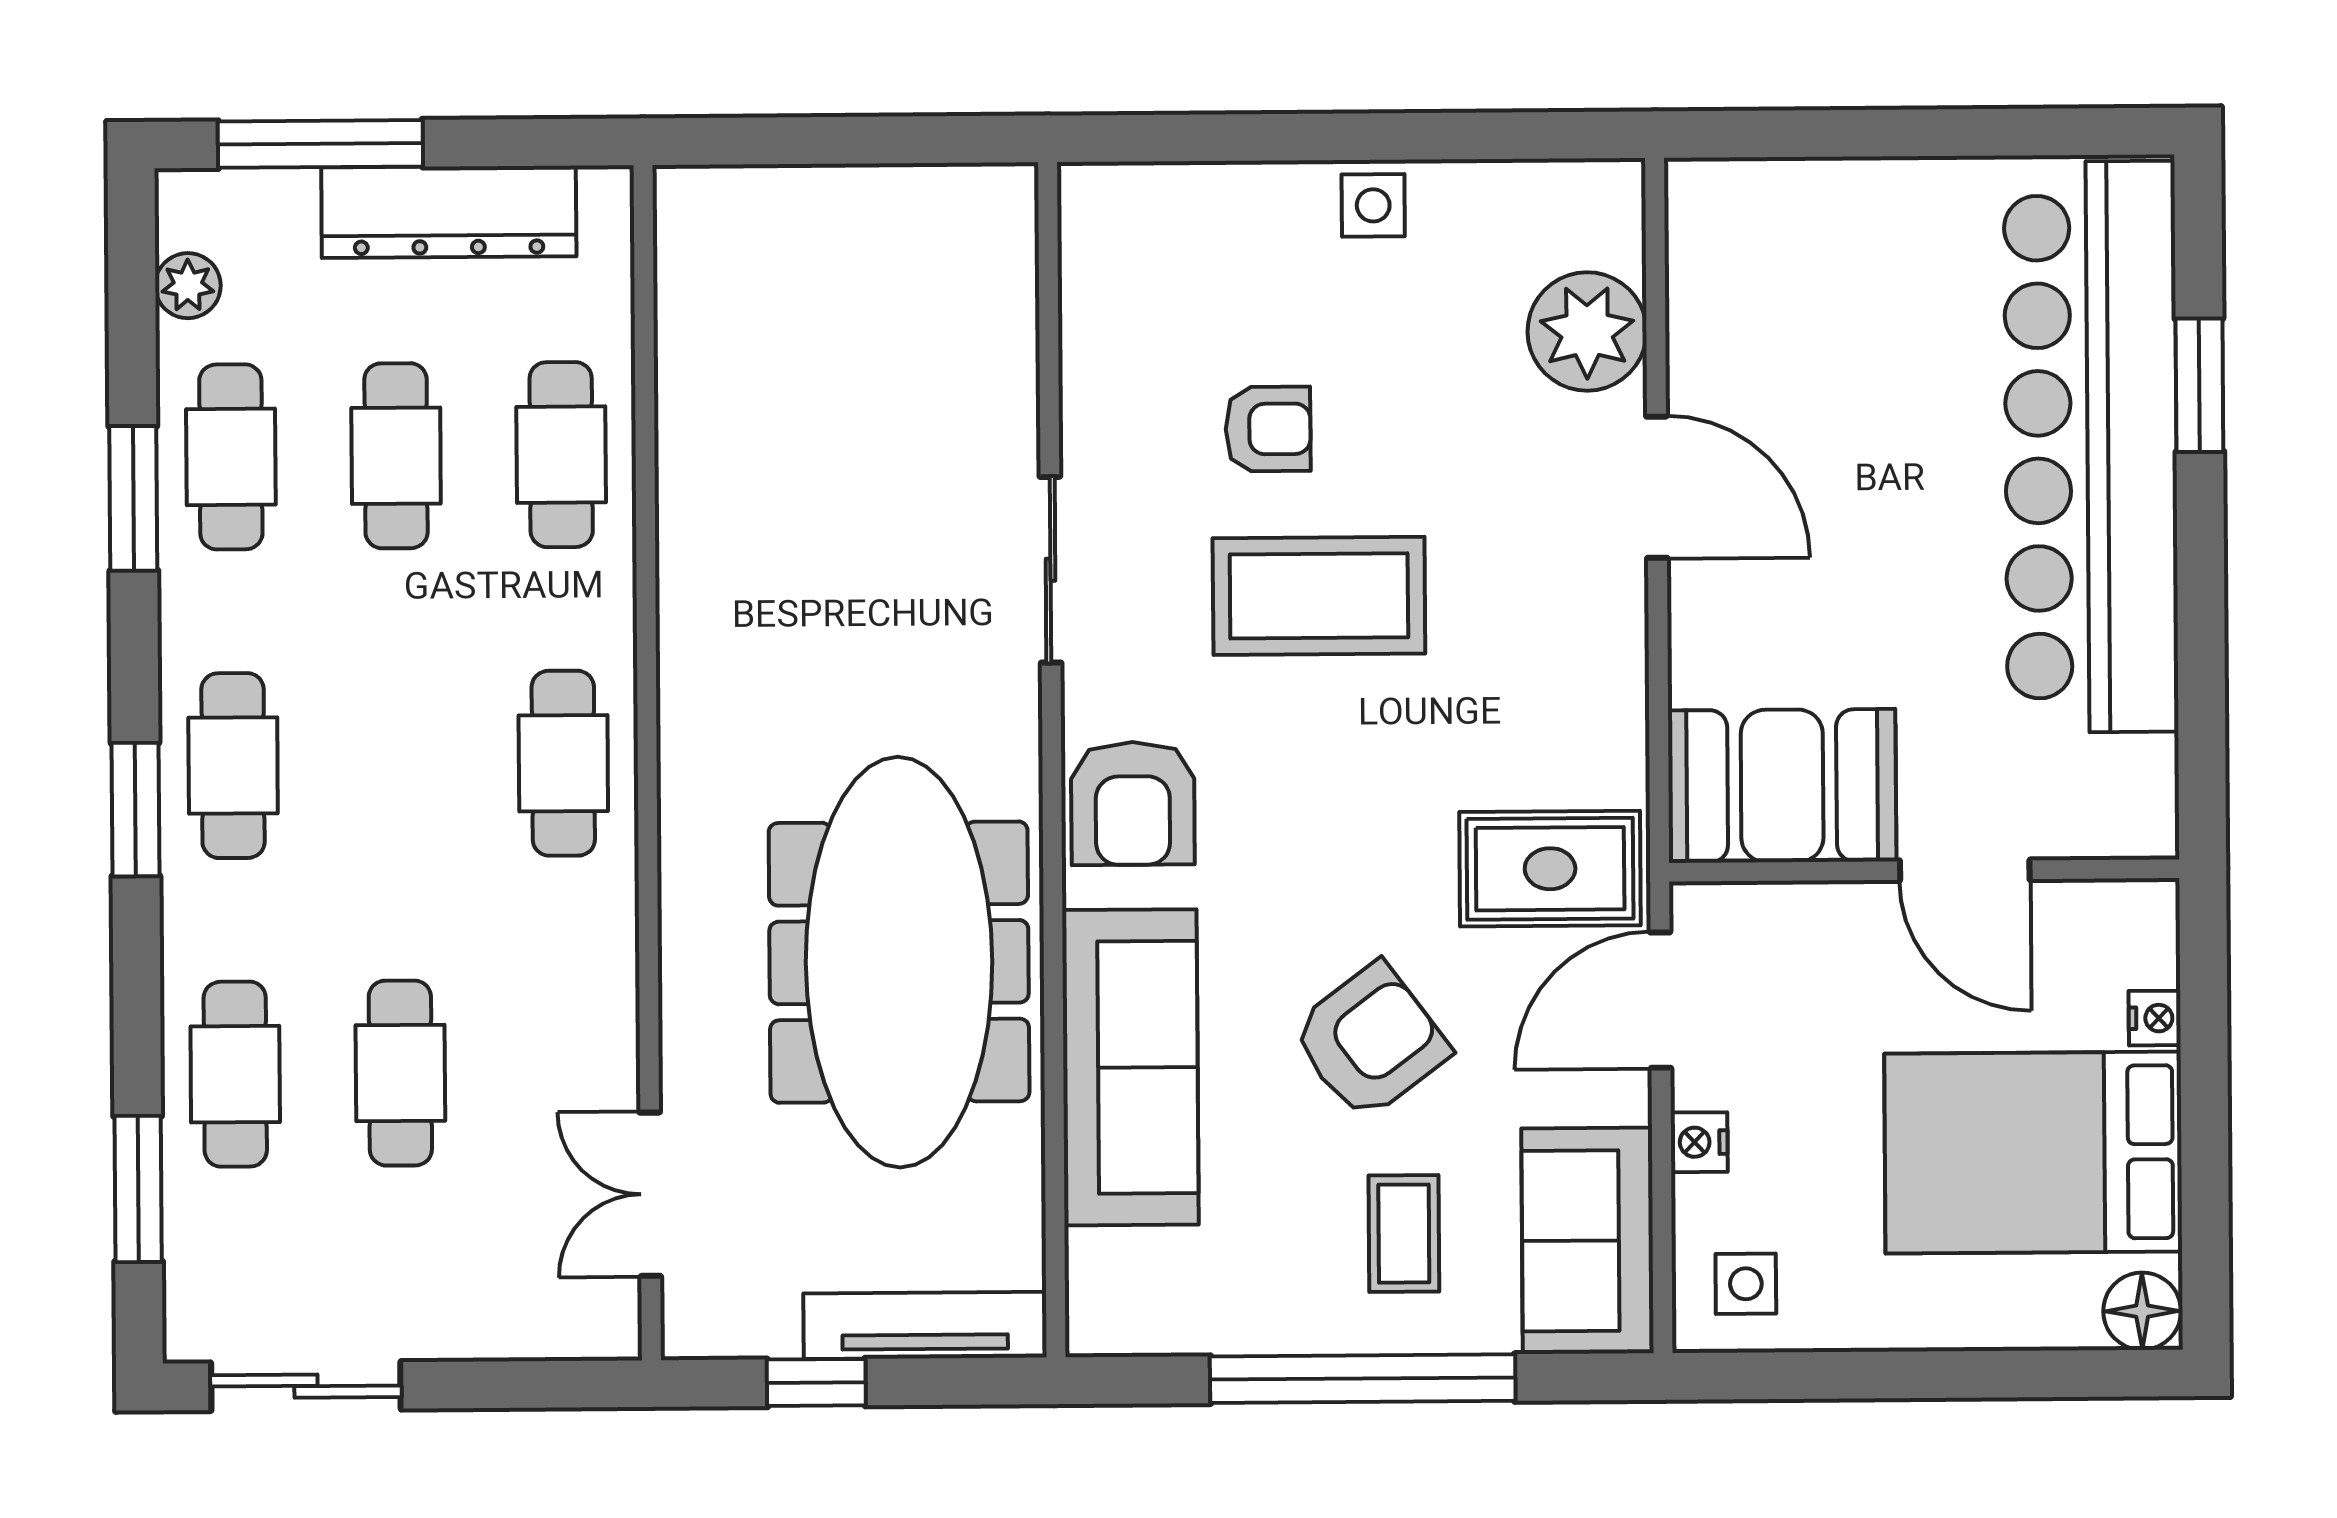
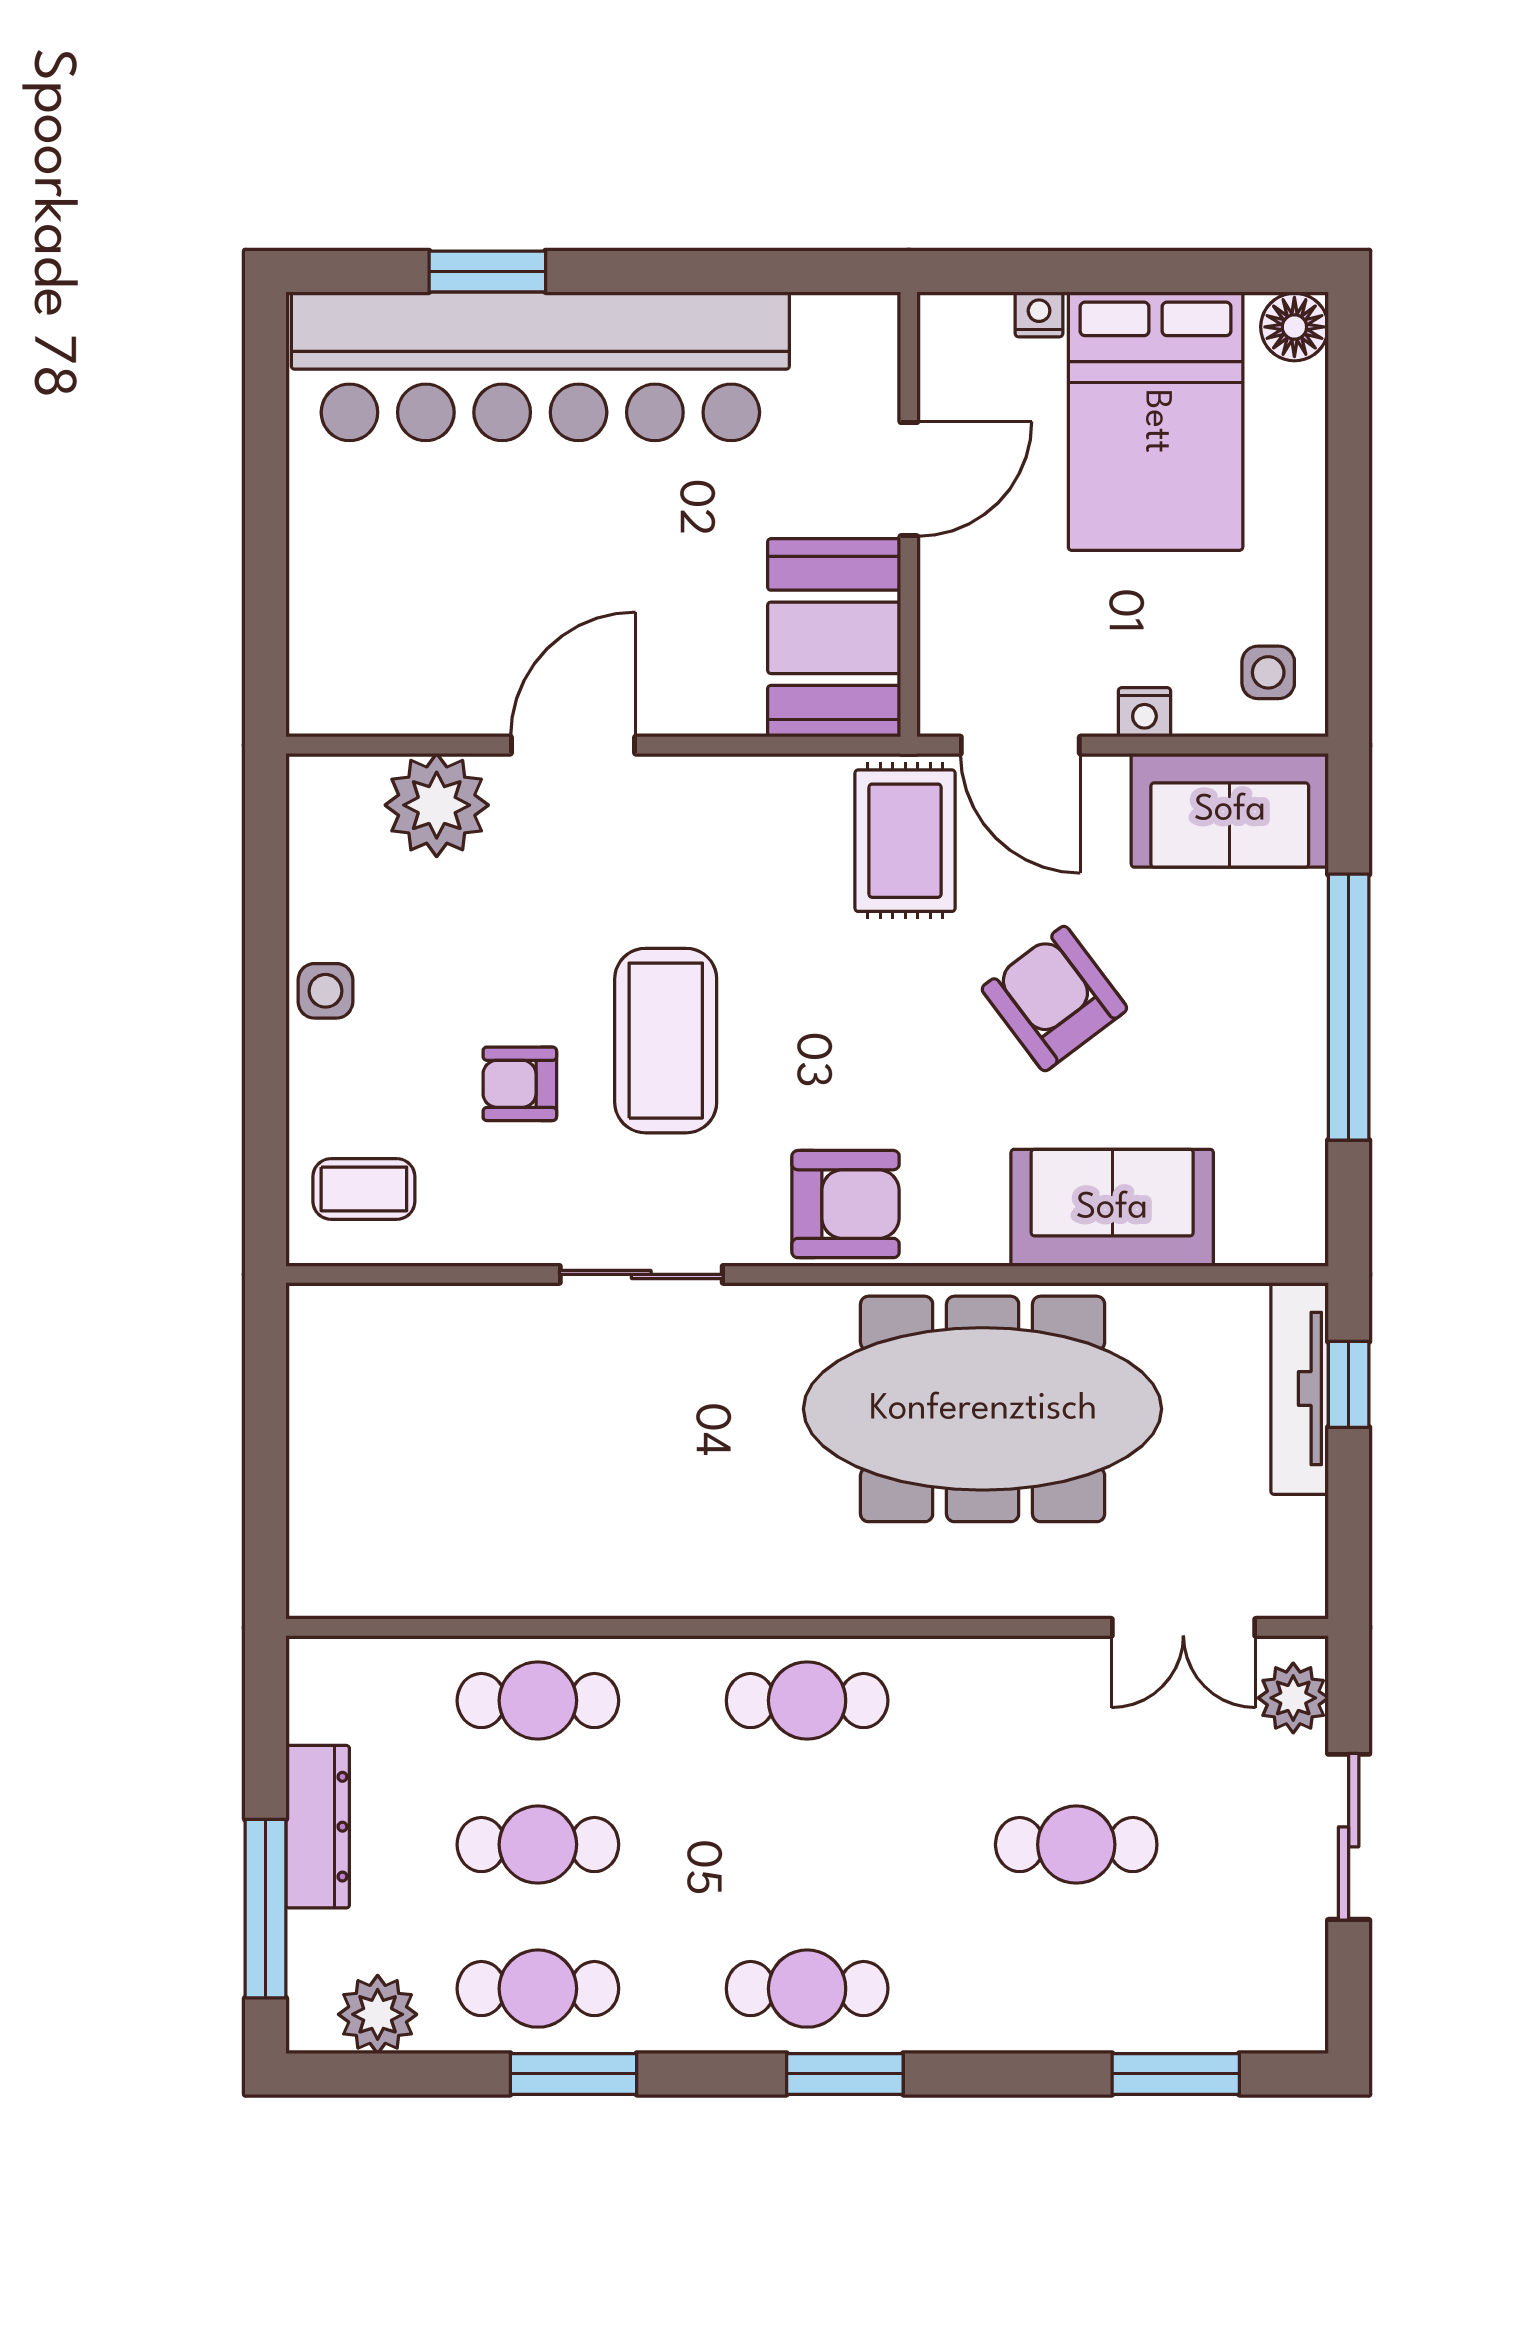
dresser: (449, 212) -> (318, 1827), width x0.73, depth x0.80
plant: (188, 286) -> (378, 2014), width x1.38, depth x1.38
armchair: (1268, 429) -> (520, 1084), turned -90
sofa: (1130, 1067) -> (1112, 1208), width x0.73
cafe table: (235, 1074) -> (1076, 1989), removed
coffee table: (1404, 1234) -> (364, 1189), moved
plant: (570, 1321) -> (1293, 1698), added
window: (816, 1382) -> (1349, 1384), moved
sliding door: (306, 1386) -> (1349, 1837), moved

